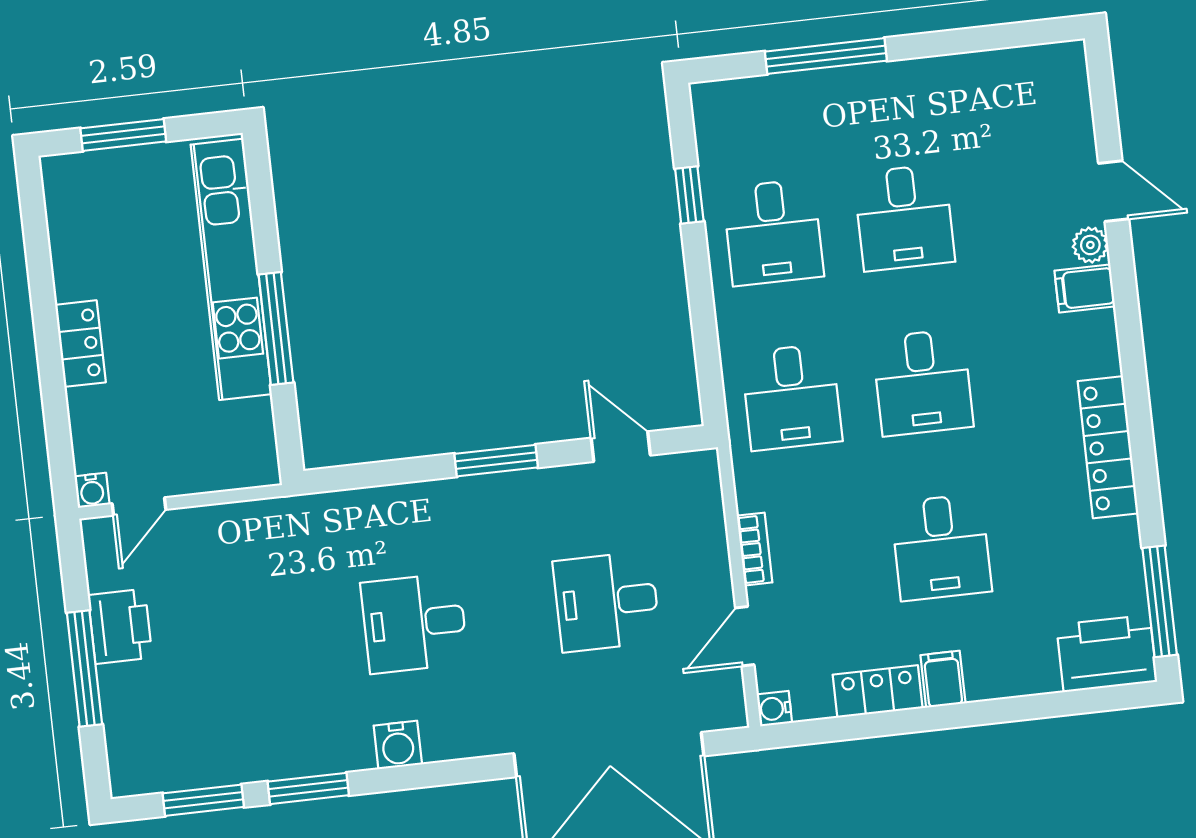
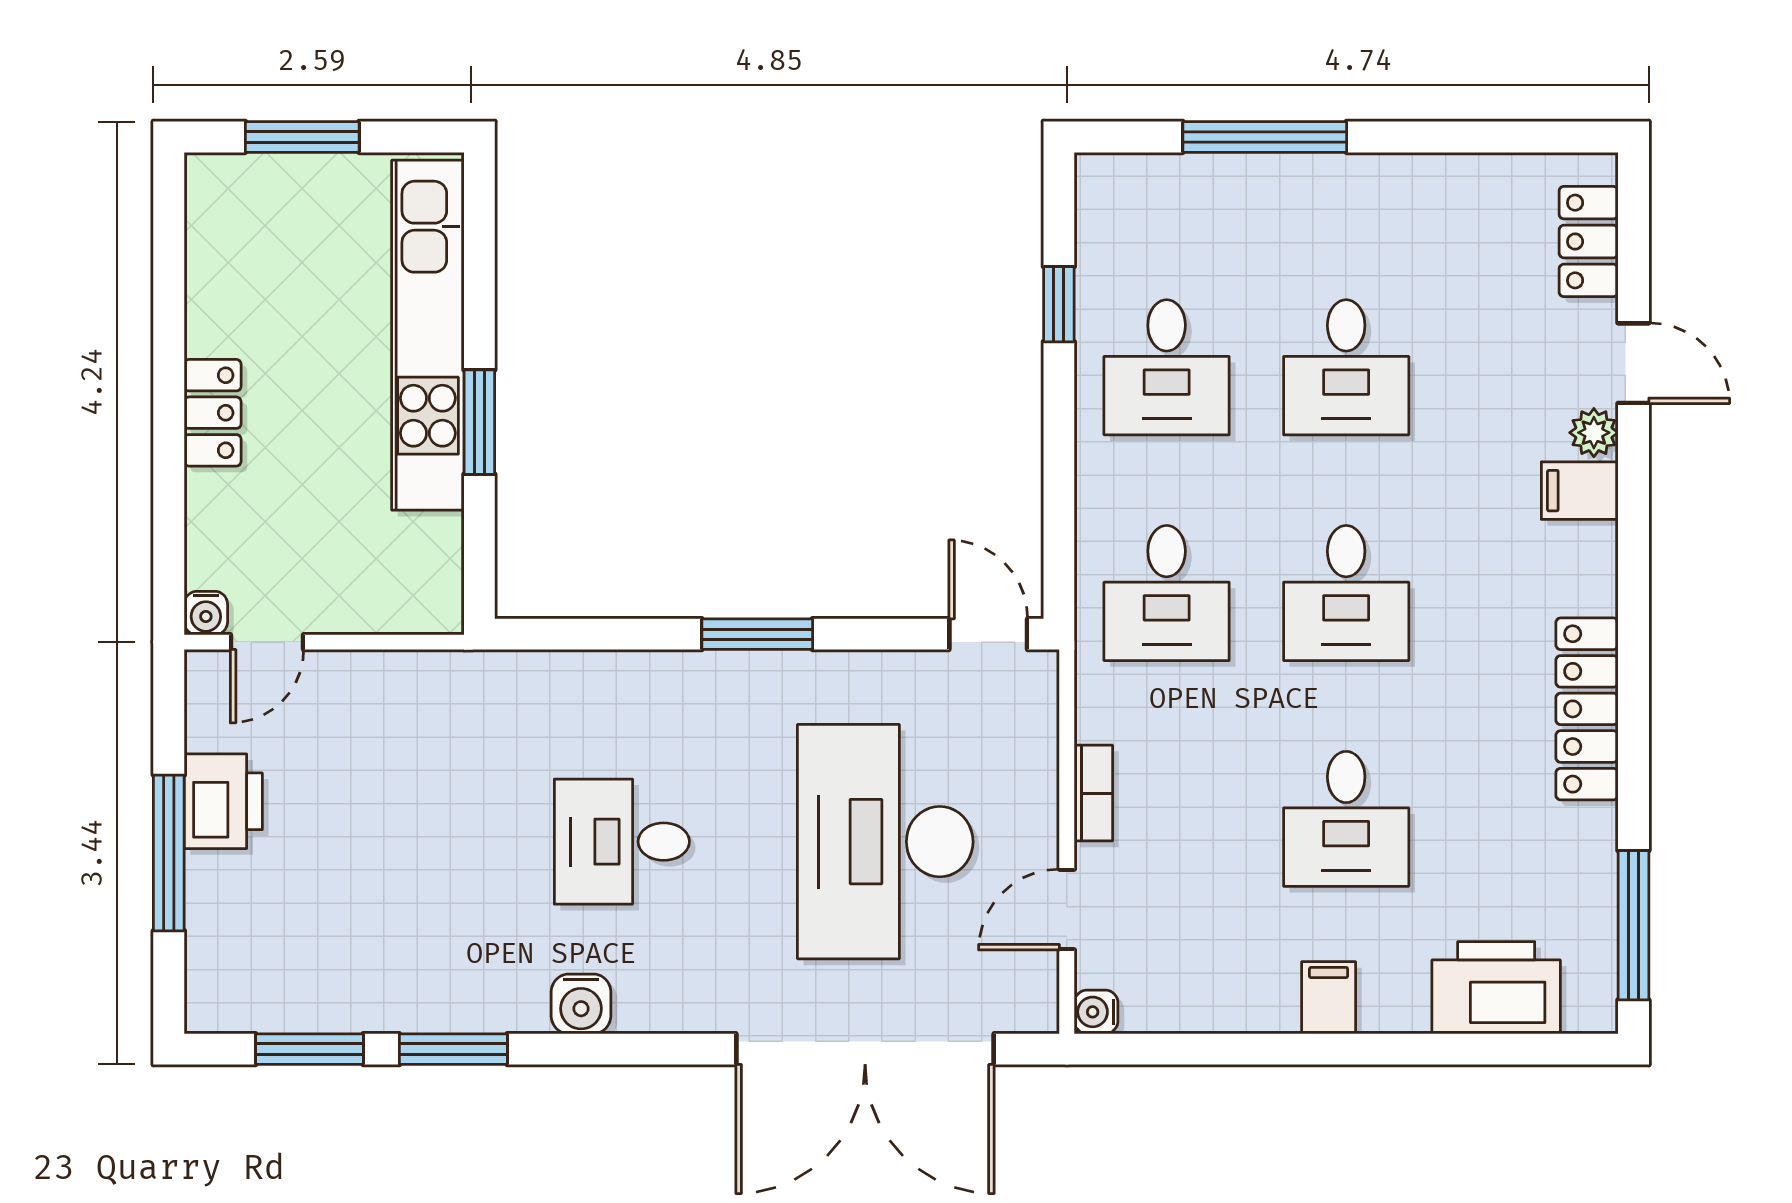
window: (276, 329) -> (479, 422), width x0.69
door: (621, 447) -> (988, 634), moved
desk: (607, 602) -> (885, 842), width x1.87, depth x1.30
printer: (1107, 653) -> (1496, 988), moved
locker: (878, 691) -> (1589, 242), moved, turned -90

